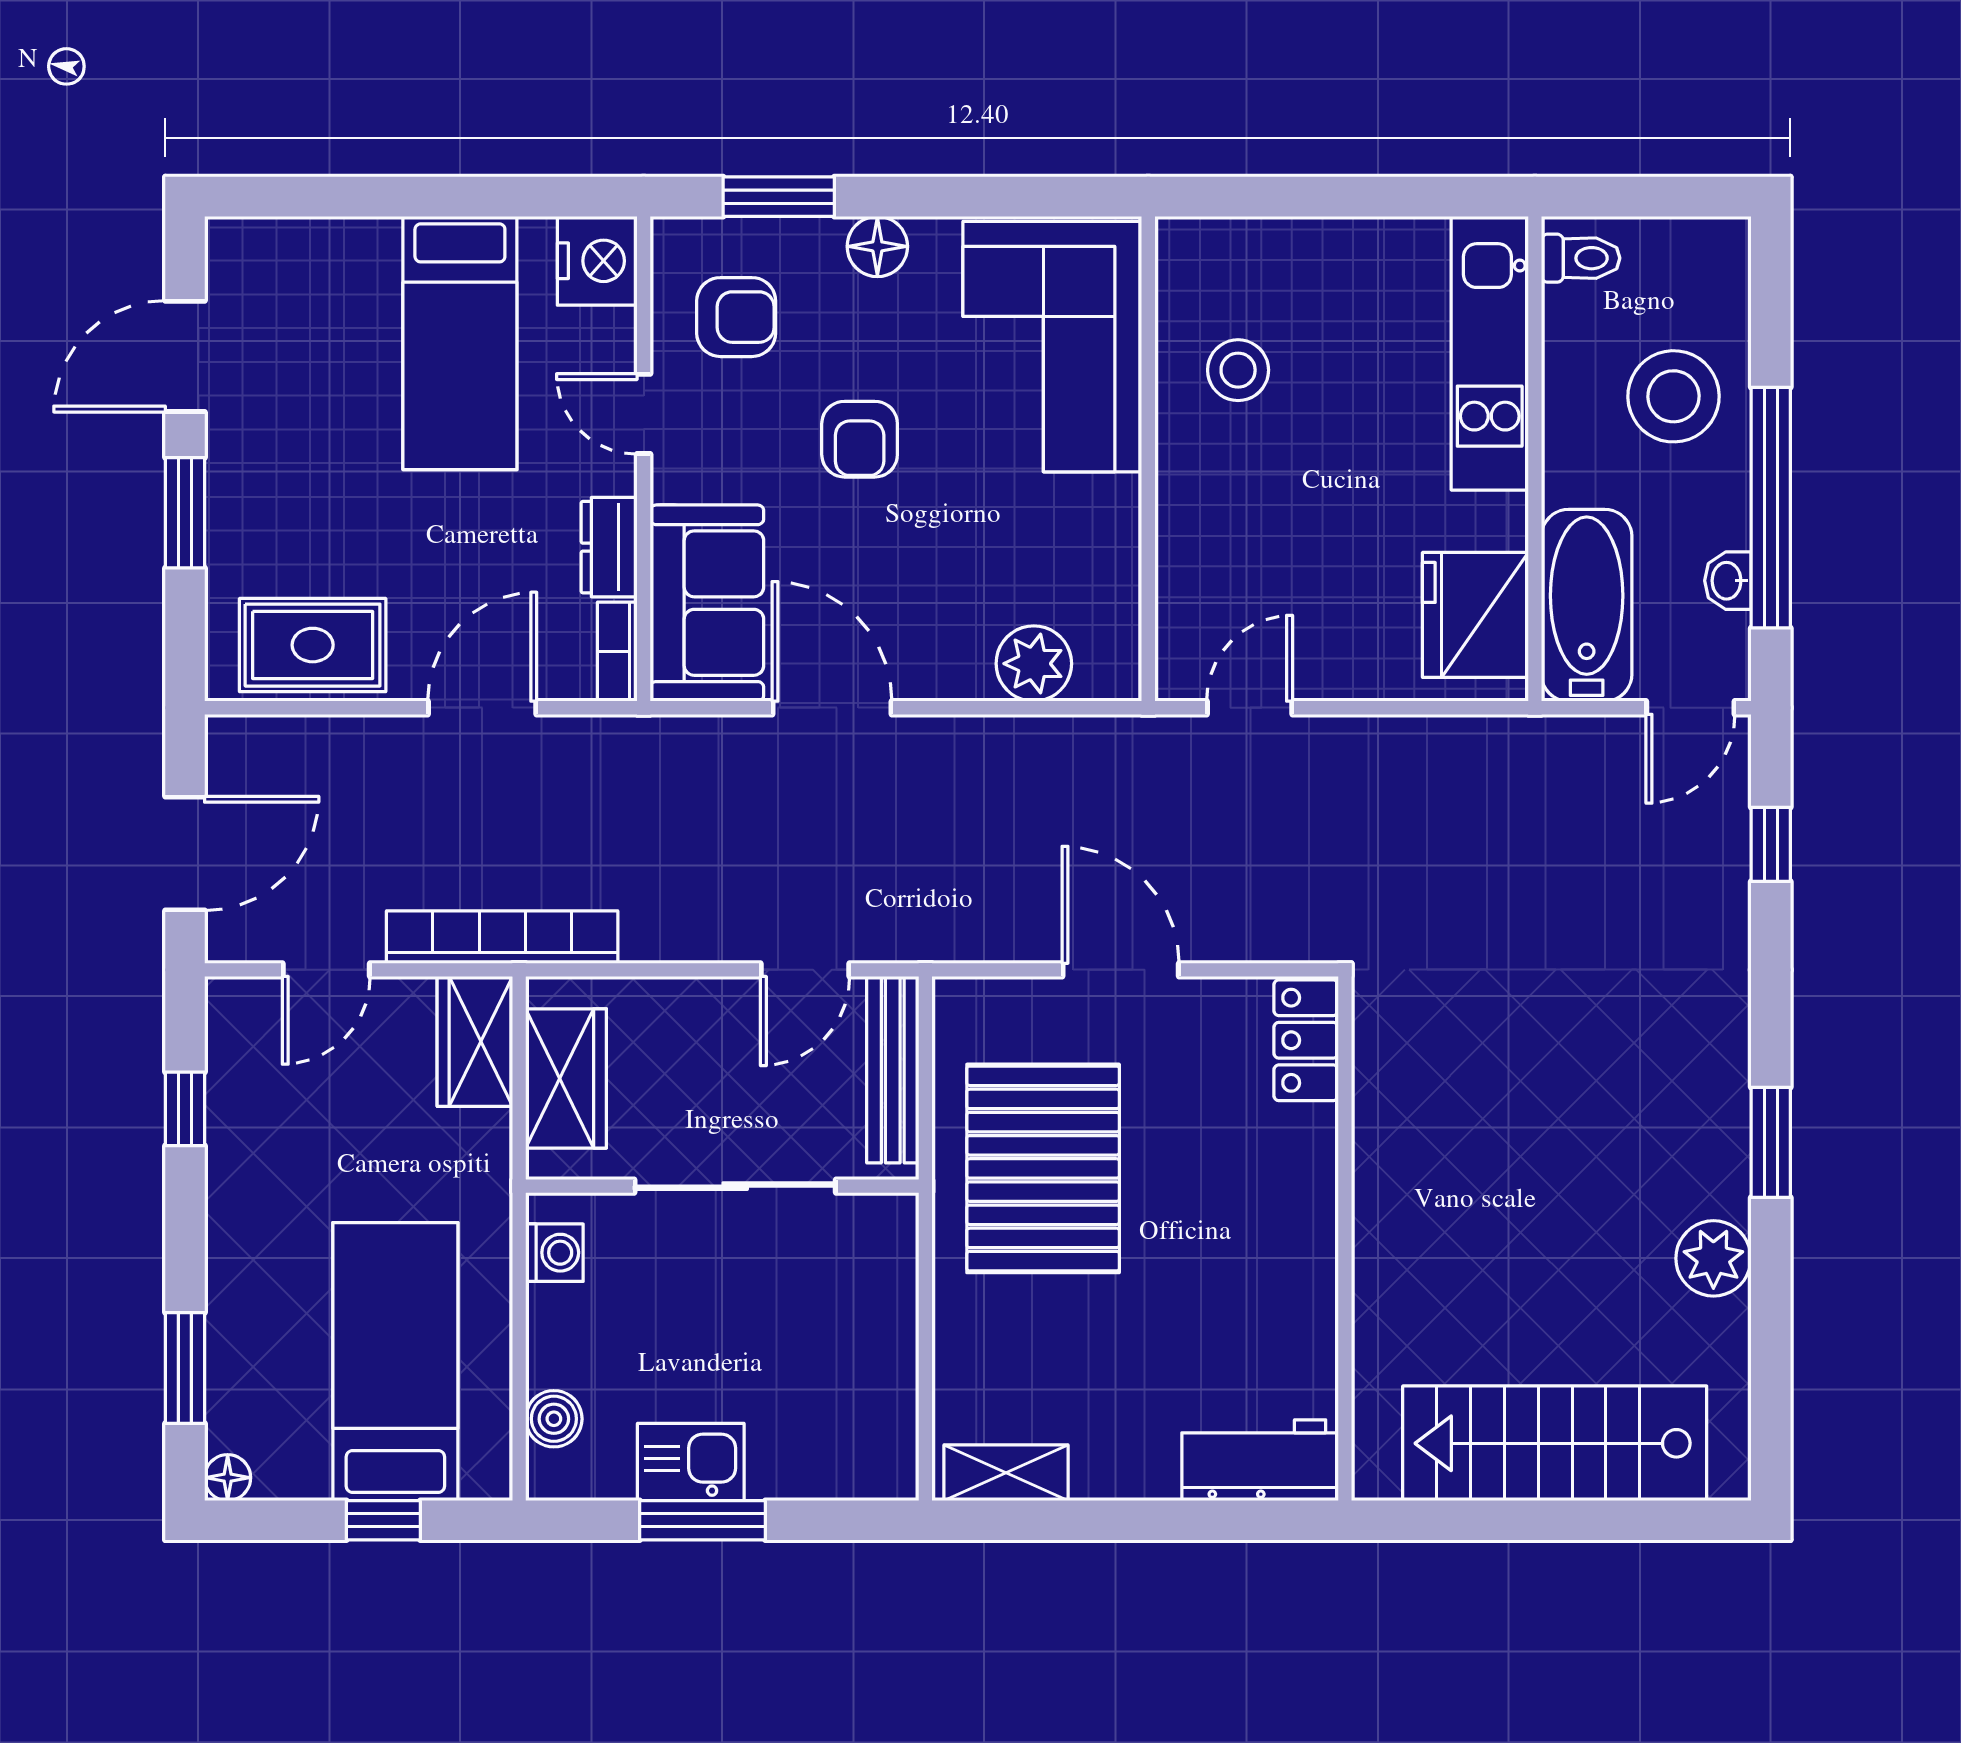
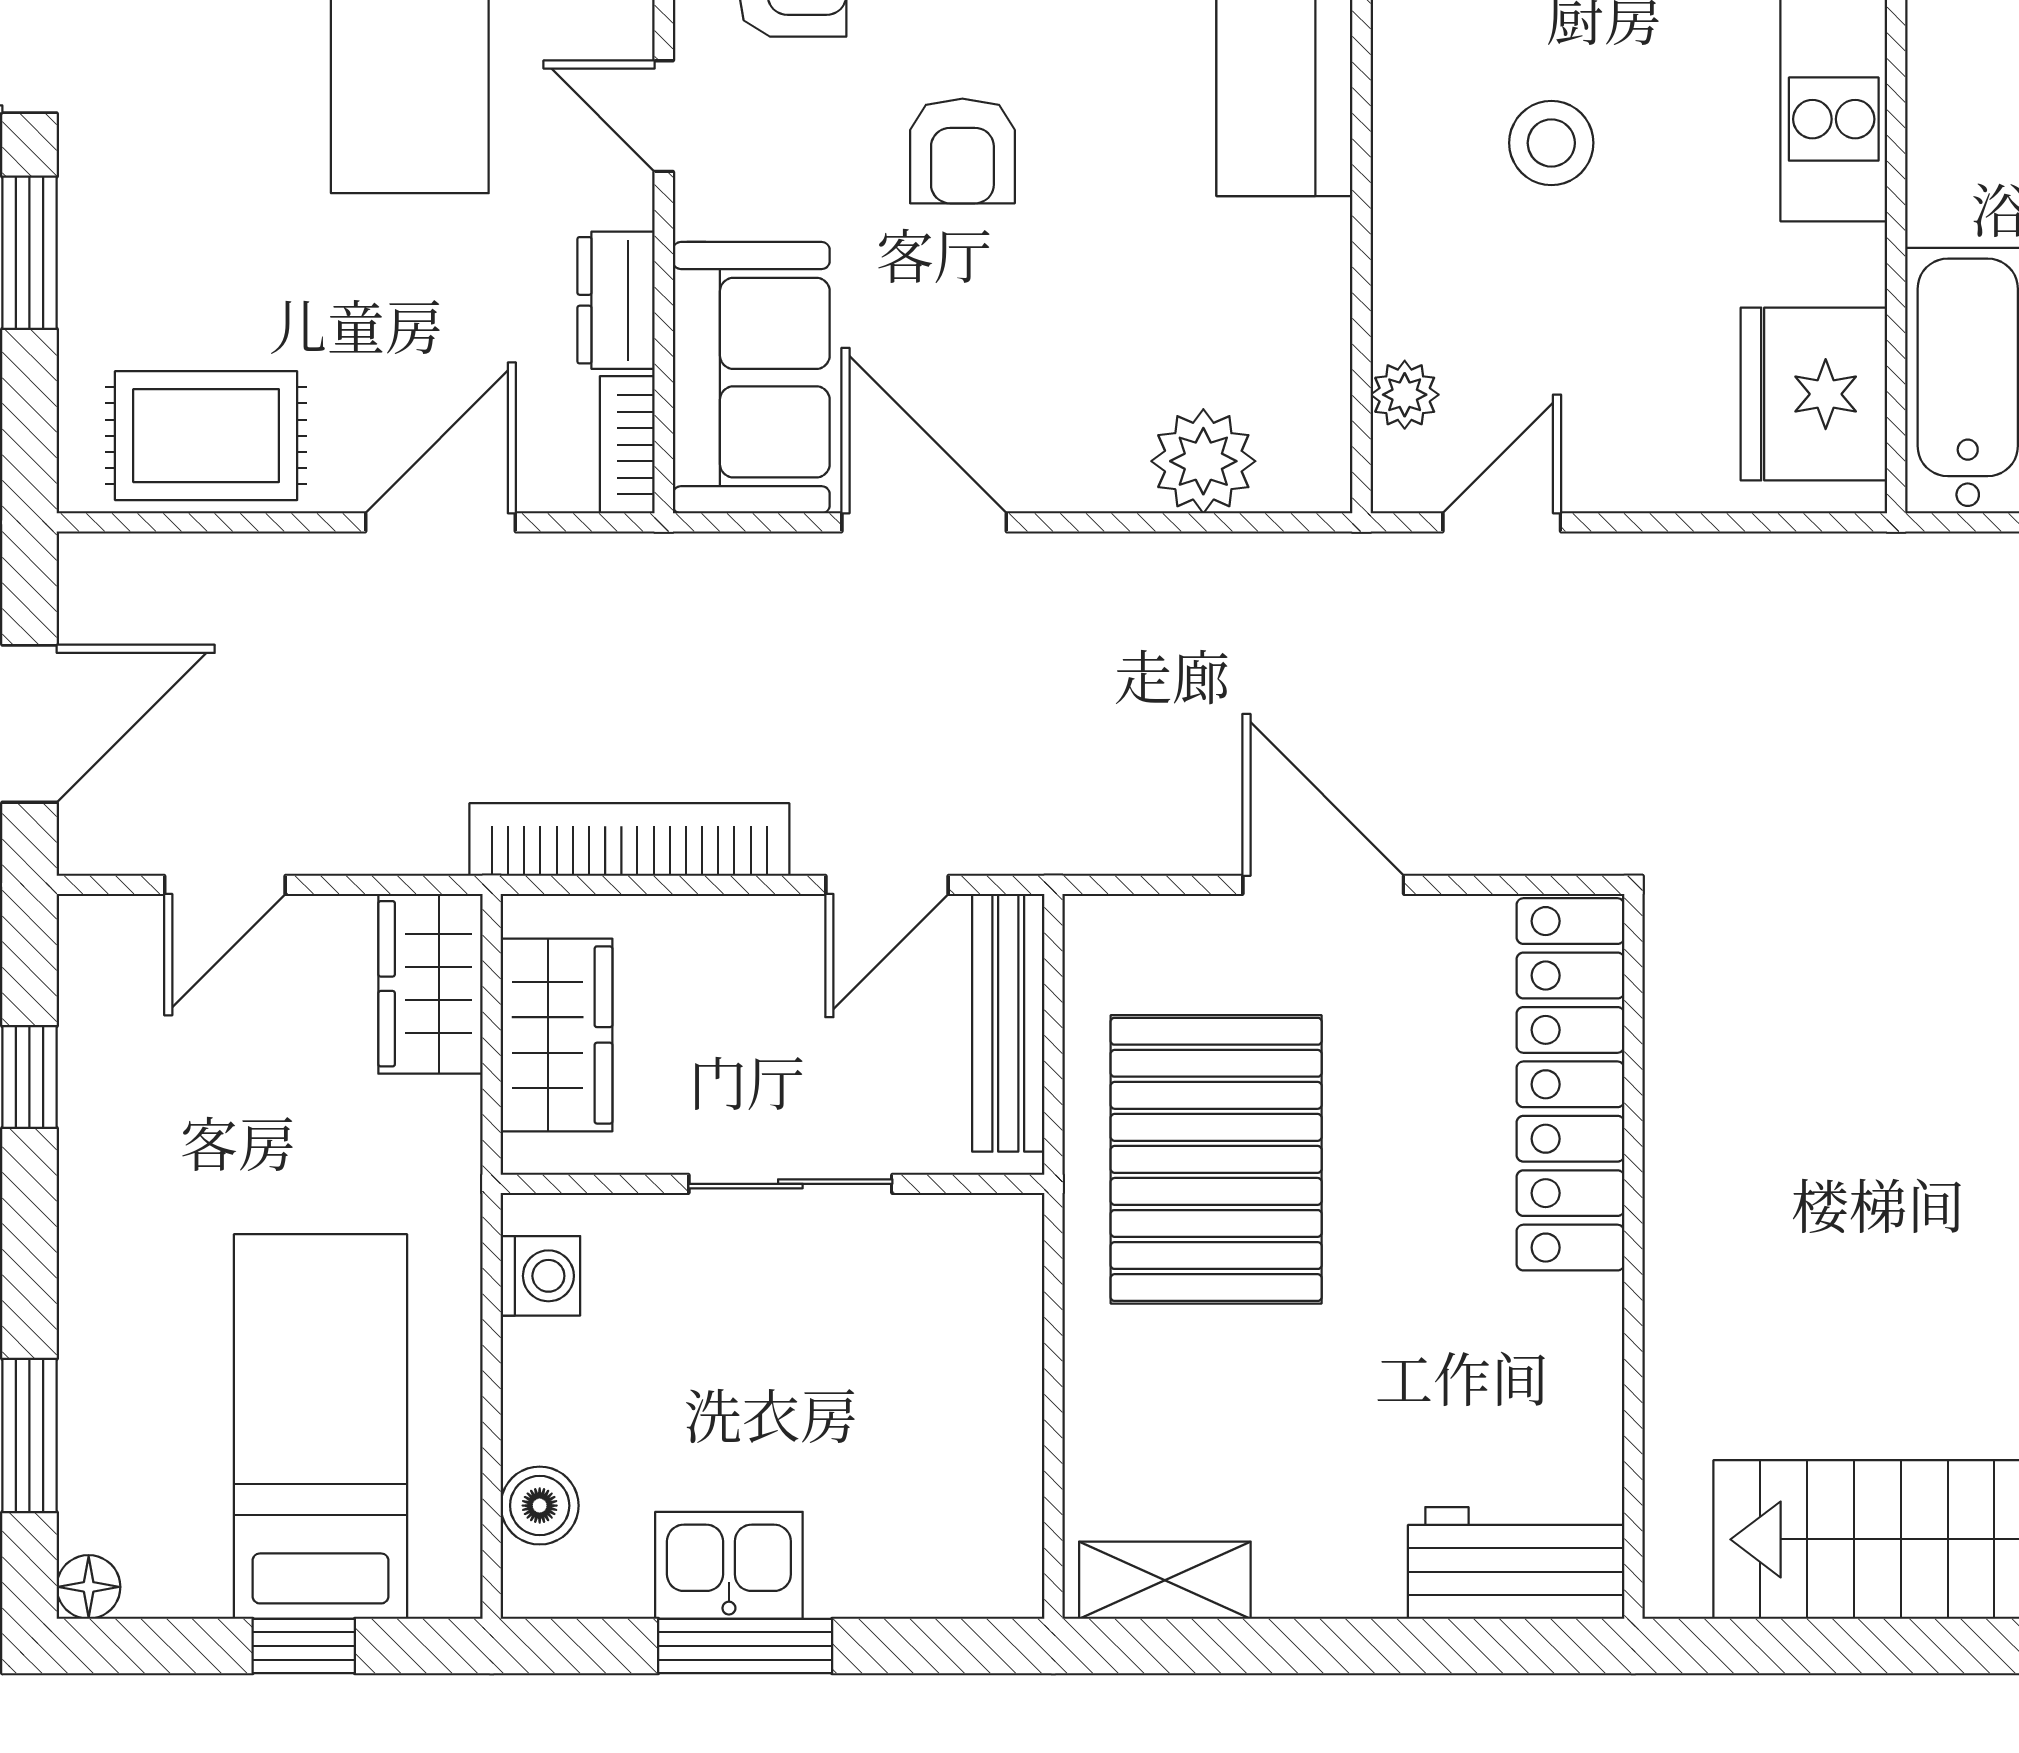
stool: (1238, 370) -> (1551, 143), moved
plant: (1179, 615) -> (1405, 395), added
bookcase: (502, 937) -> (629, 839), moved
locker: (1306, 1040) -> (1570, 1084), width x2.16, depth x1.21
sliding door: (735, 1186) -> (790, 1184), width x0.73

